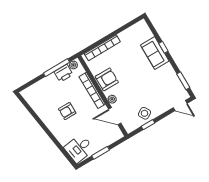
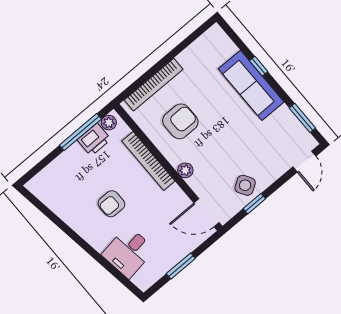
sofa: (155, 53) -> (251, 85), width x1.36
armchair: (107, 79) -> (180, 121), moved
door: (180, 106) -> (304, 162), hinge flipped
door: (115, 116) -> (207, 213), moved
desk: (79, 148) -> (128, 252), moved

